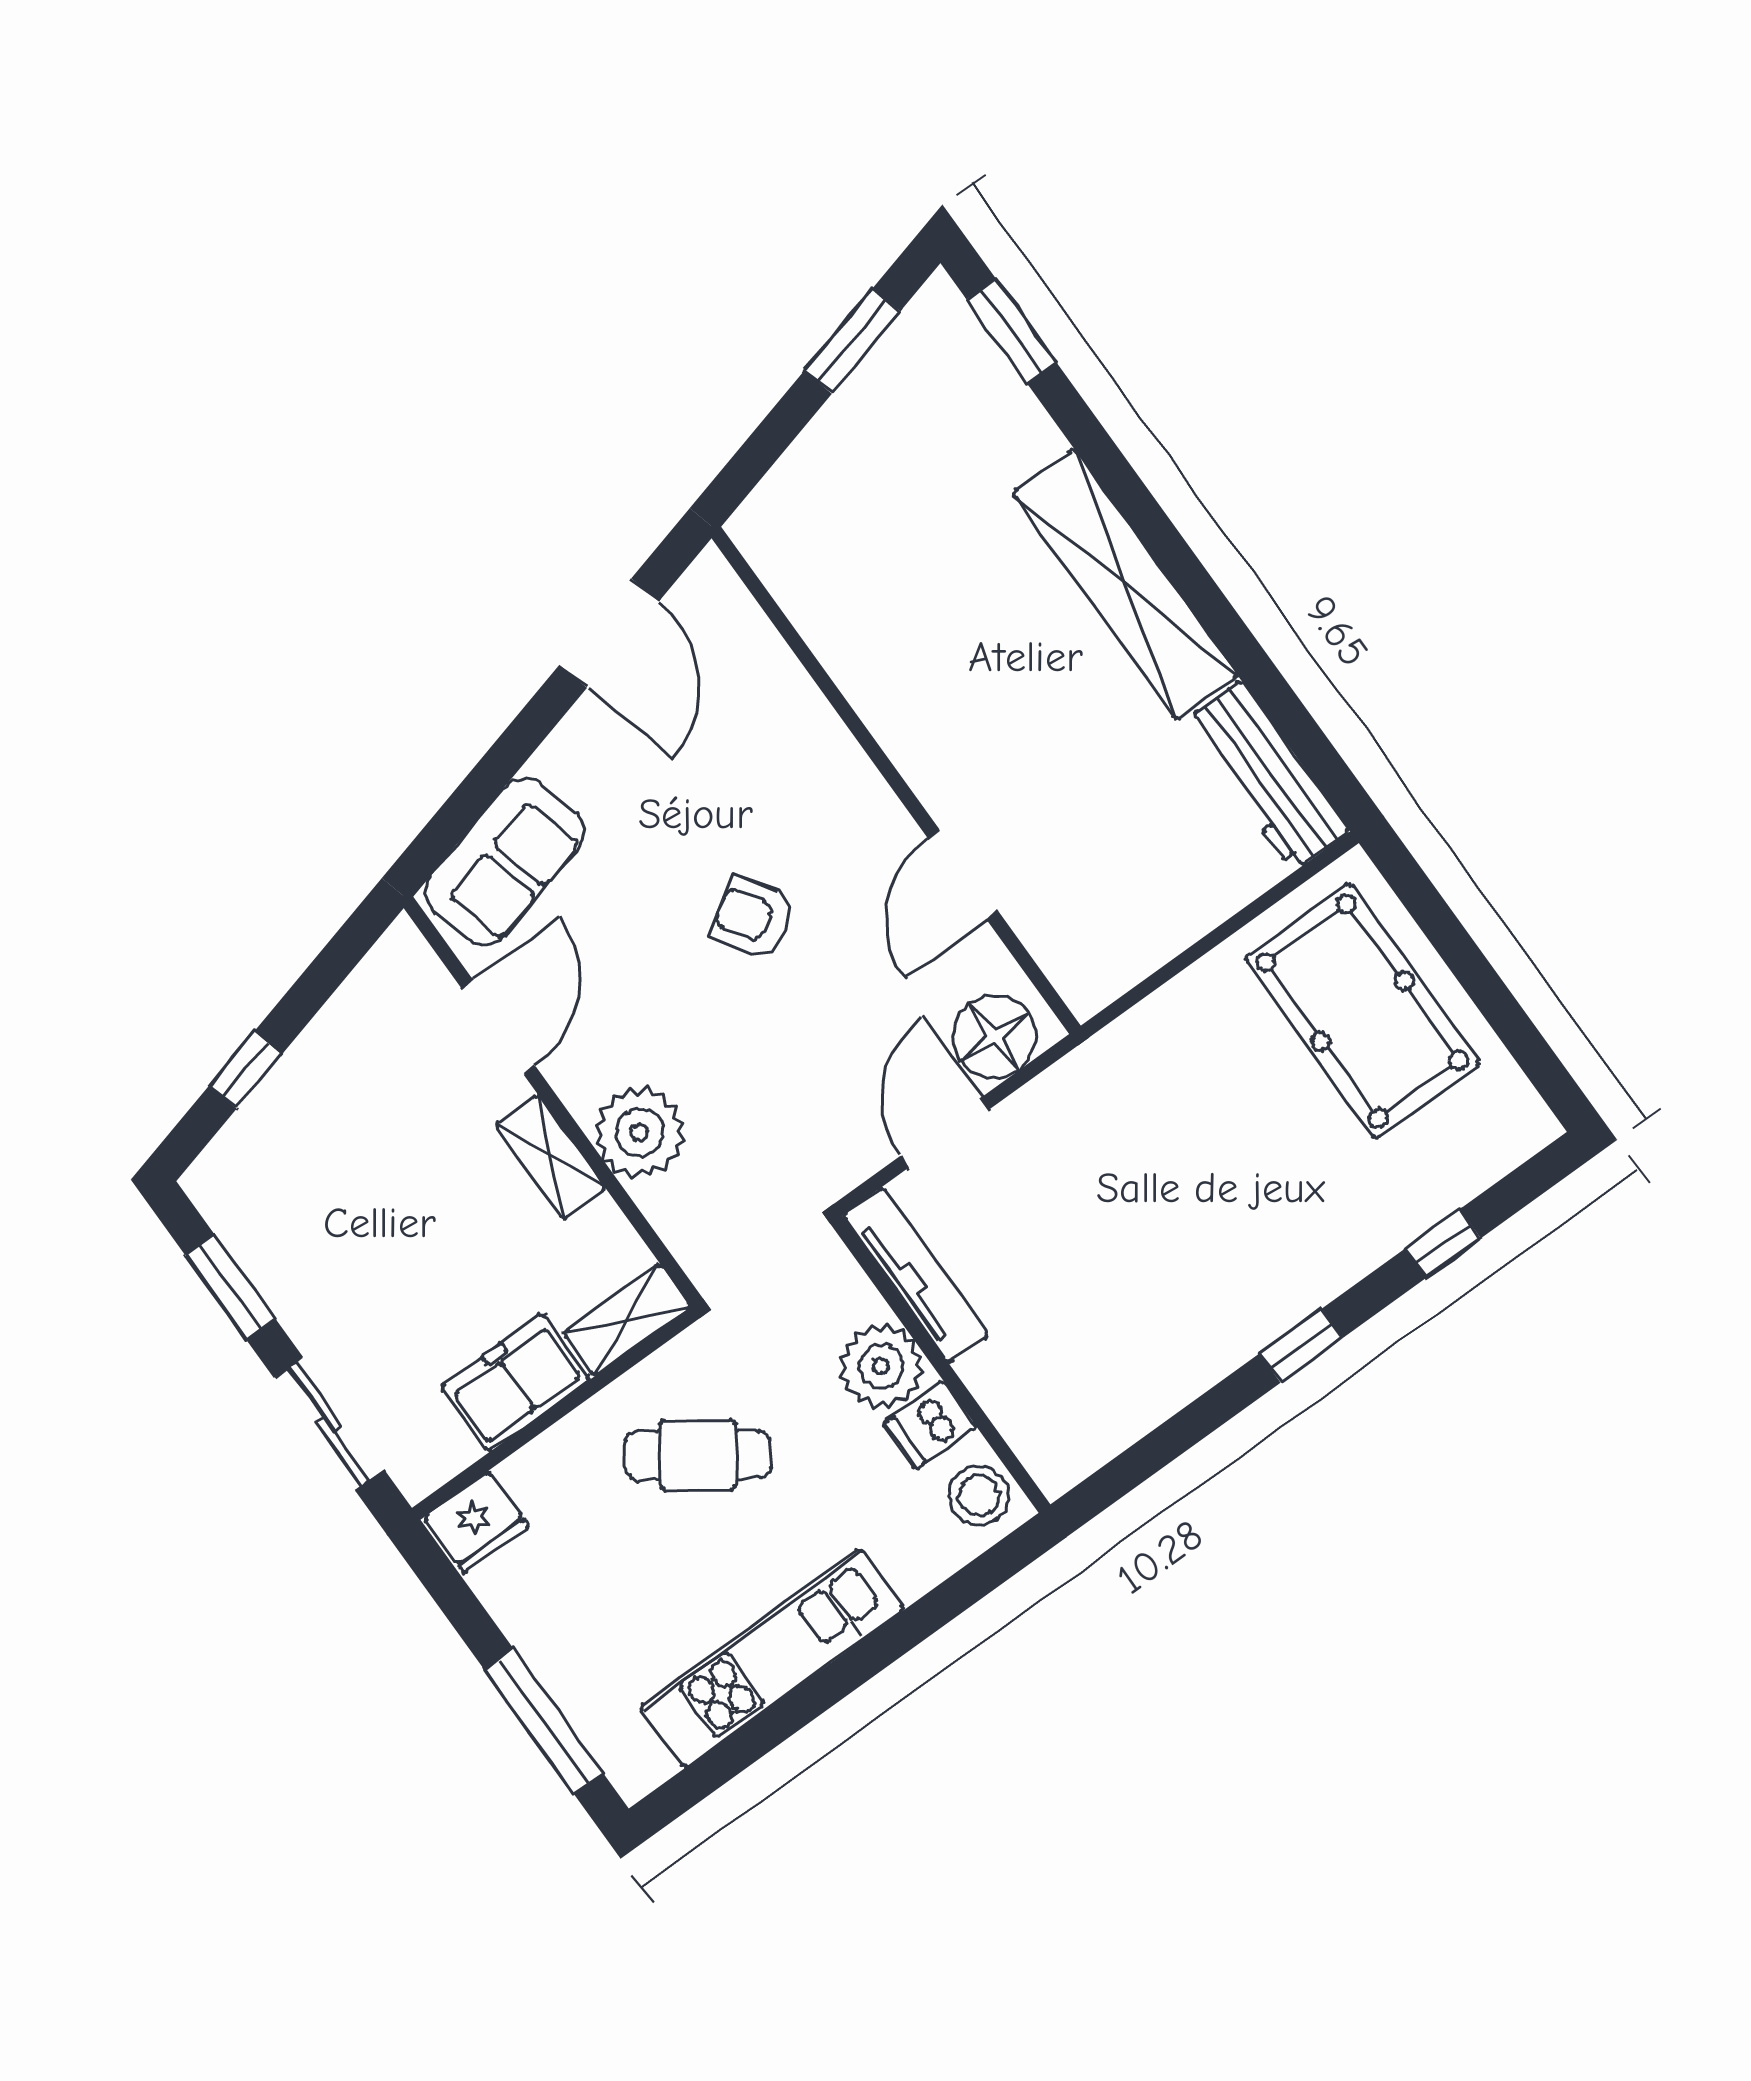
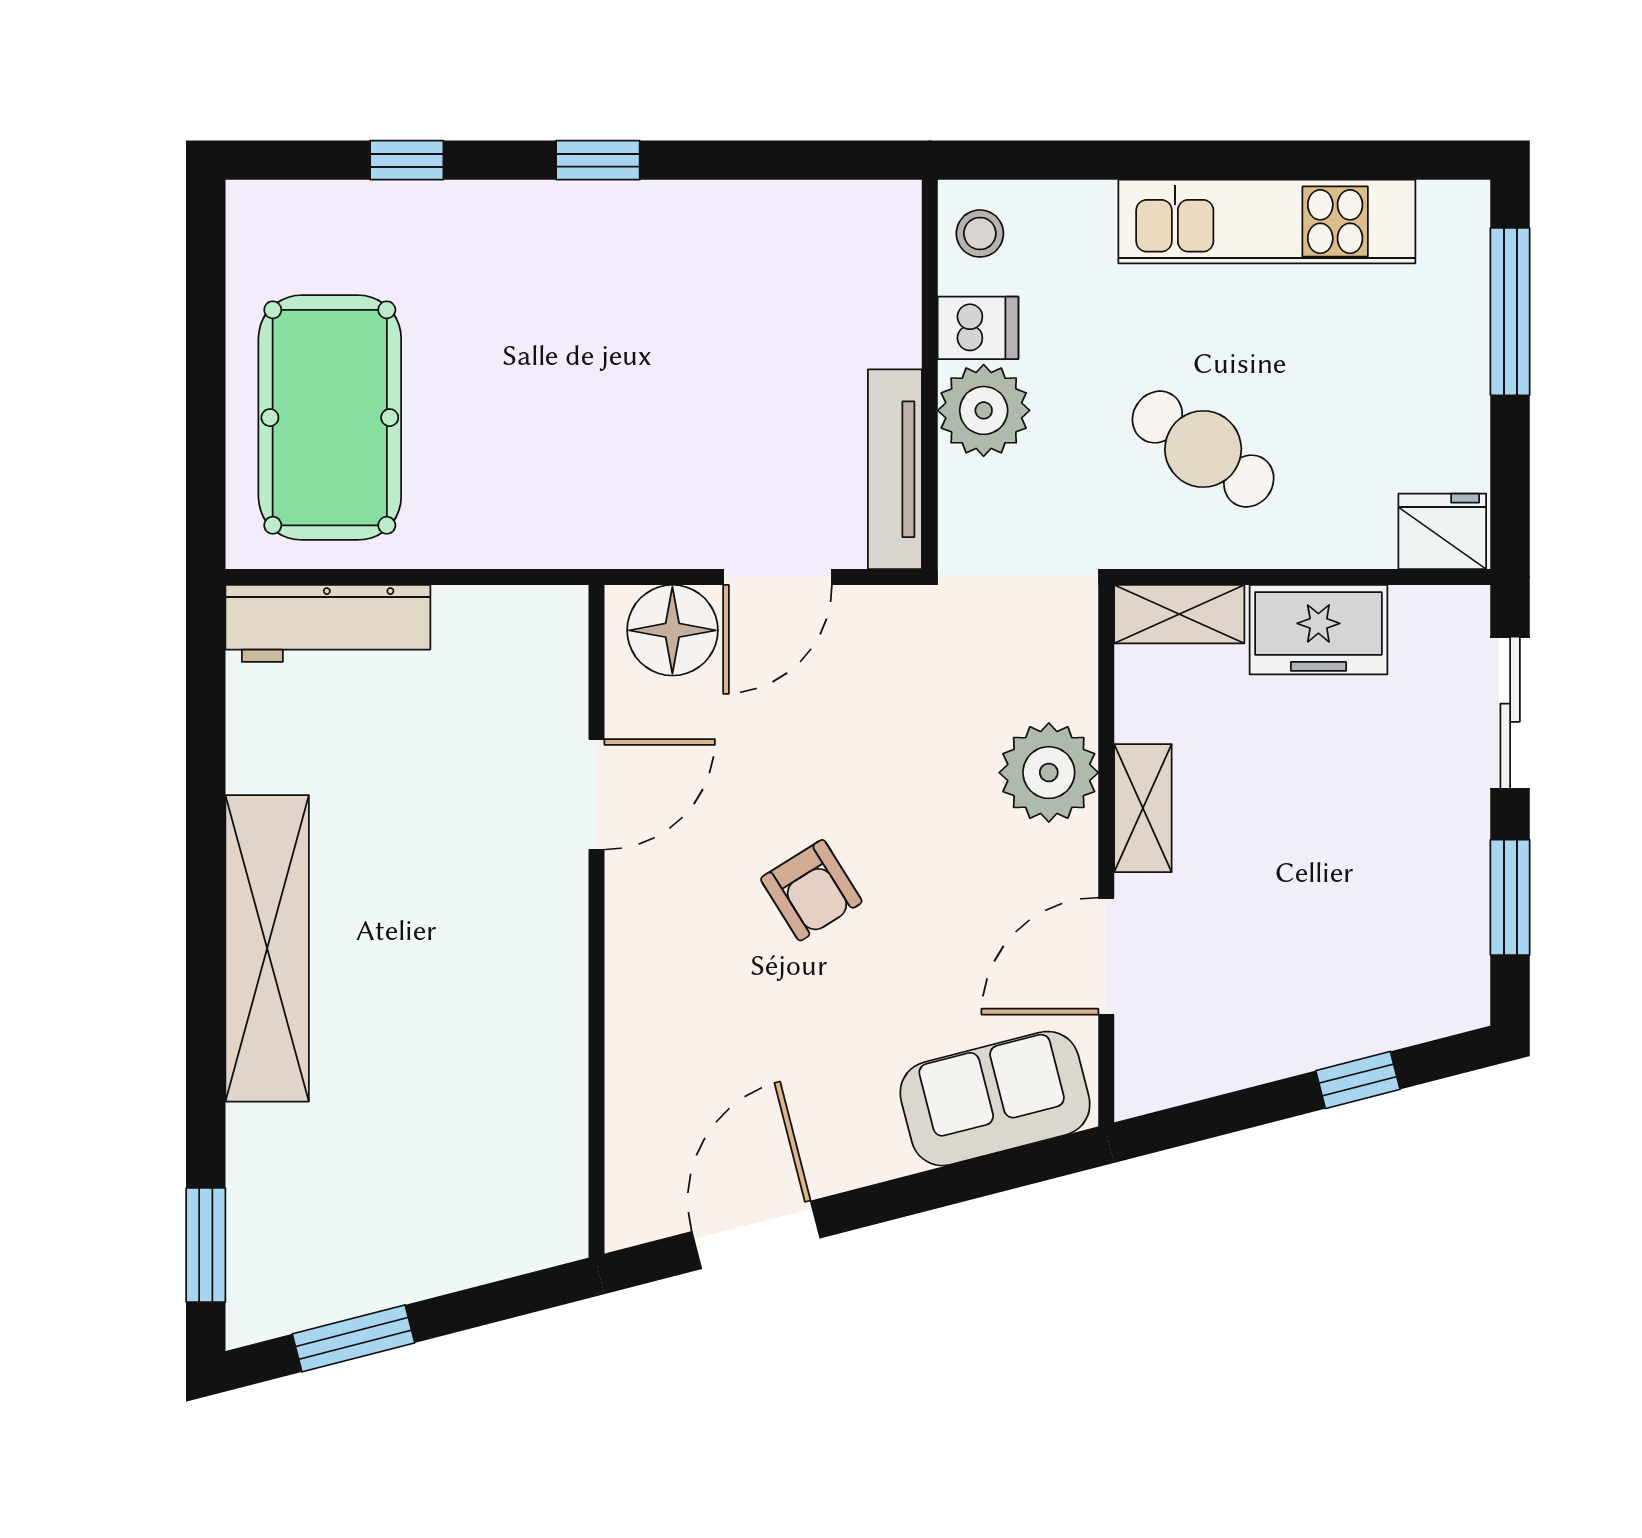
workbench: (1267, 776) -> (328, 623), moved, turned 90
stool: (979, 1496) -> (980, 233), width x0.73, depth x0.73

